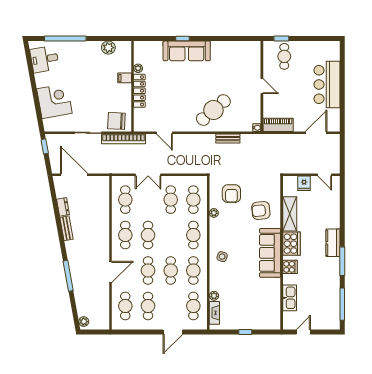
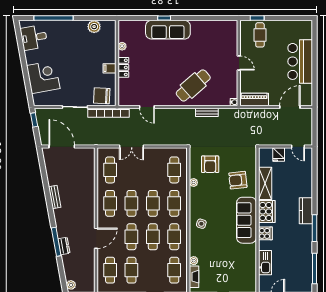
filing cabinet: (125, 78) -> (109, 68), moved
locker: (139, 91) -> (123, 67), width x0.66
cafe table: (171, 200) -> (153, 203), moved
dresser: (63, 207) -> (64, 246), moved

